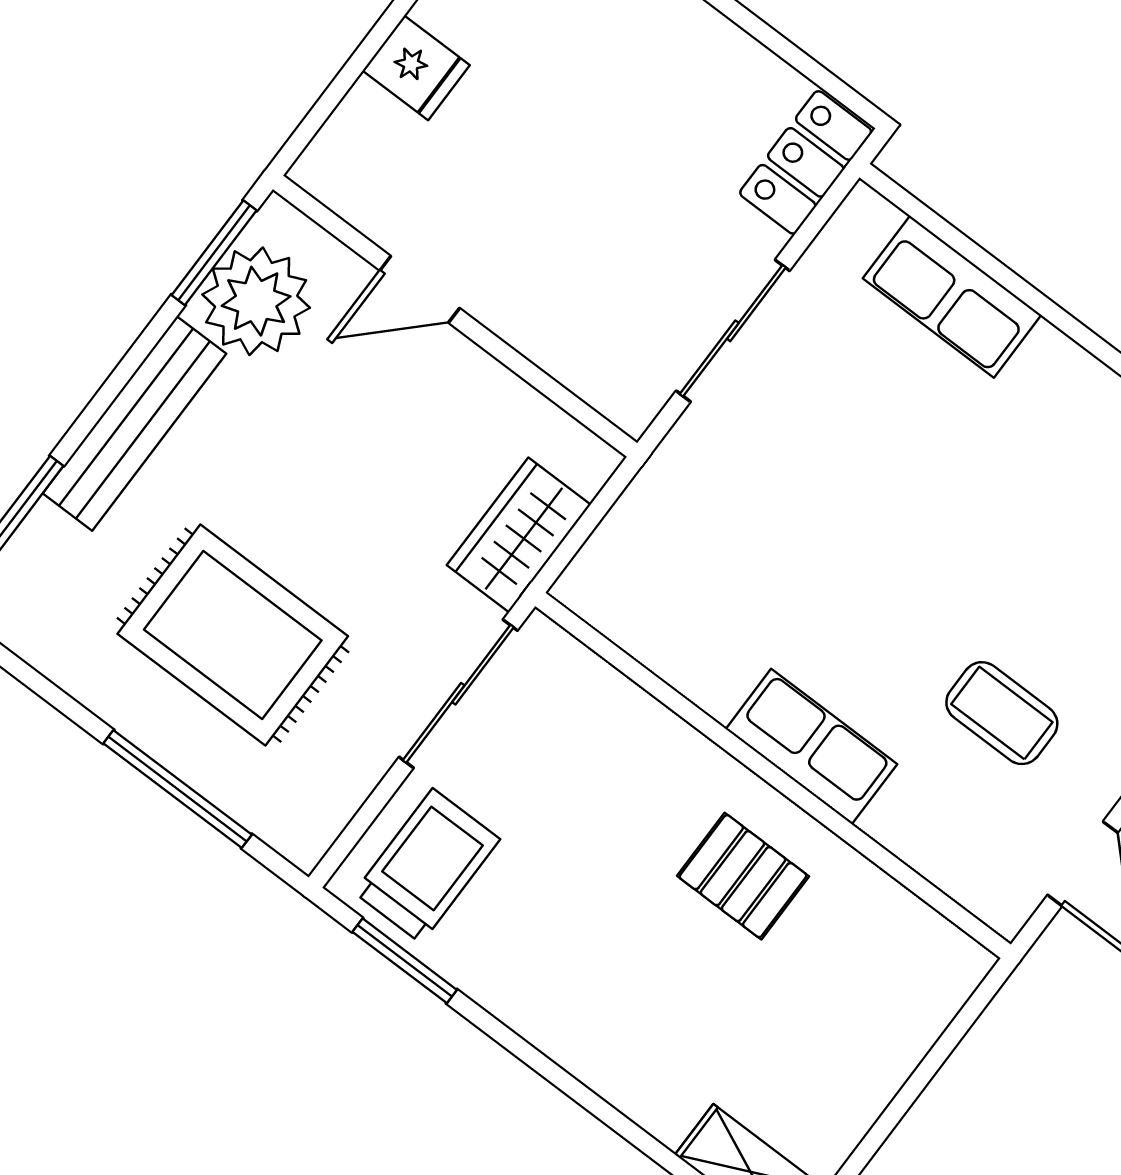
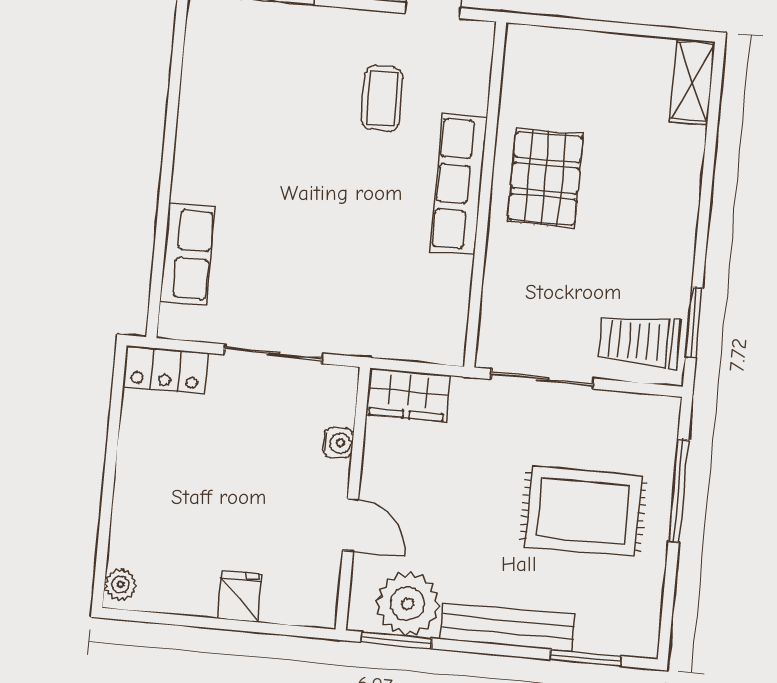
water cooler: (548, 344) -> (338, 443), added
wardrobe: (519, 535) -> (408, 395), moved
rug: (233, 635) -> (583, 511), turned 90
row of seats: (811, 747) -> (459, 184), width x1.48
pallet: (743, 876) -> (545, 178), width x1.50, depth x1.42

